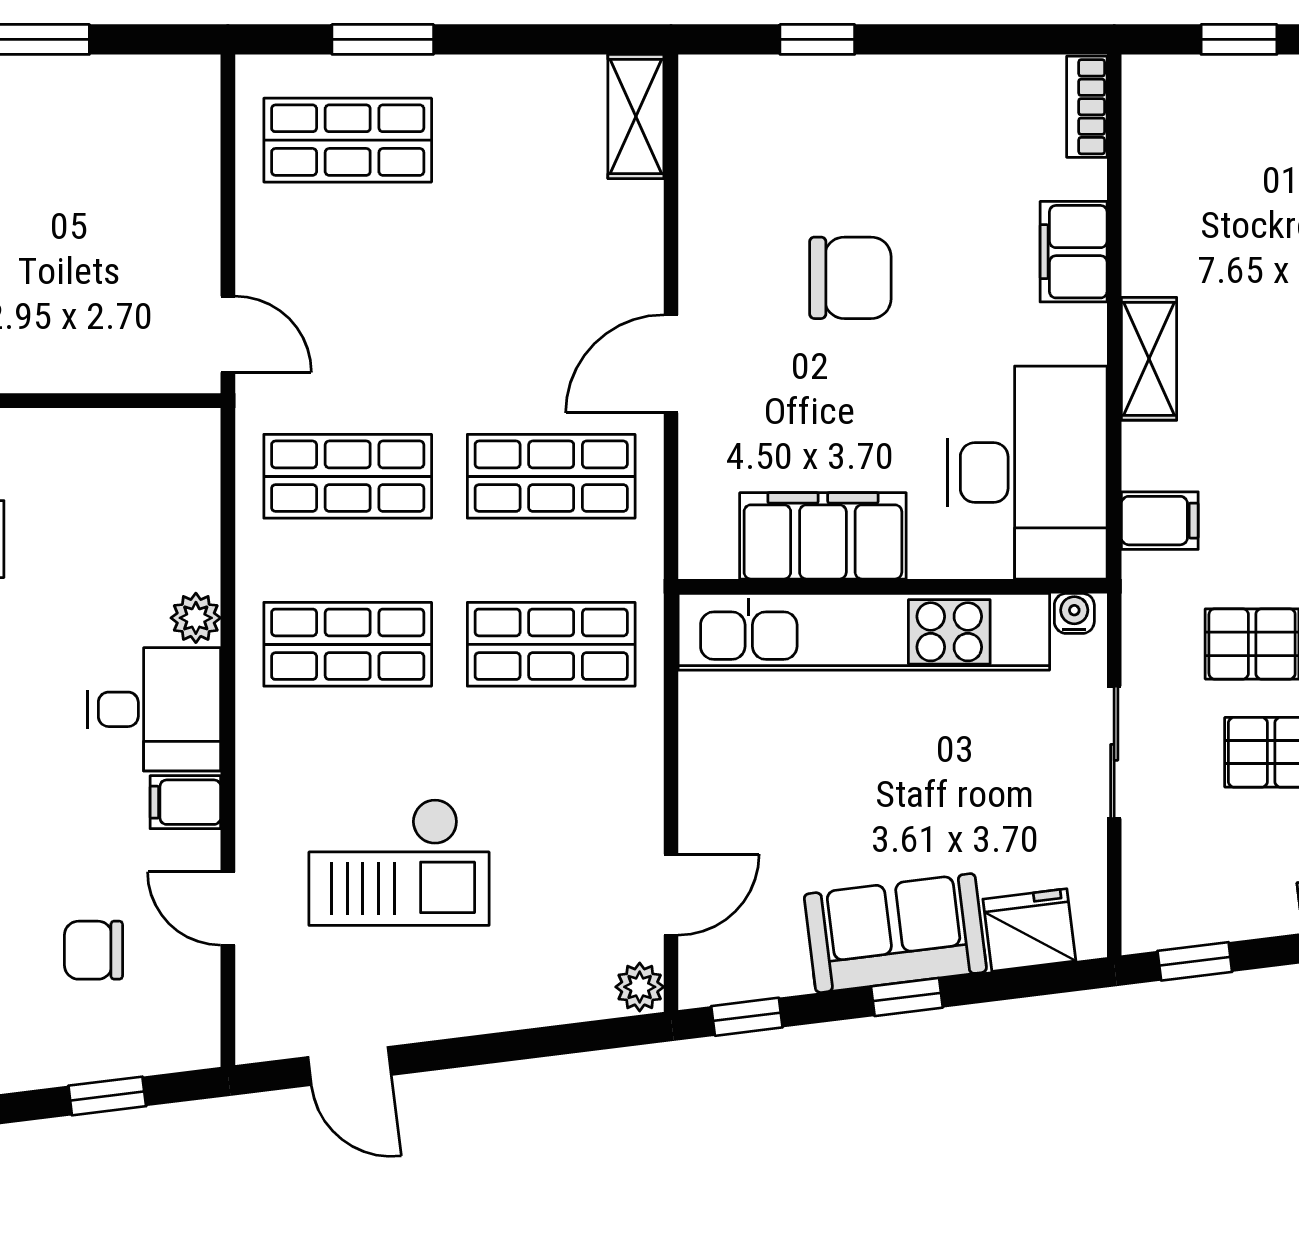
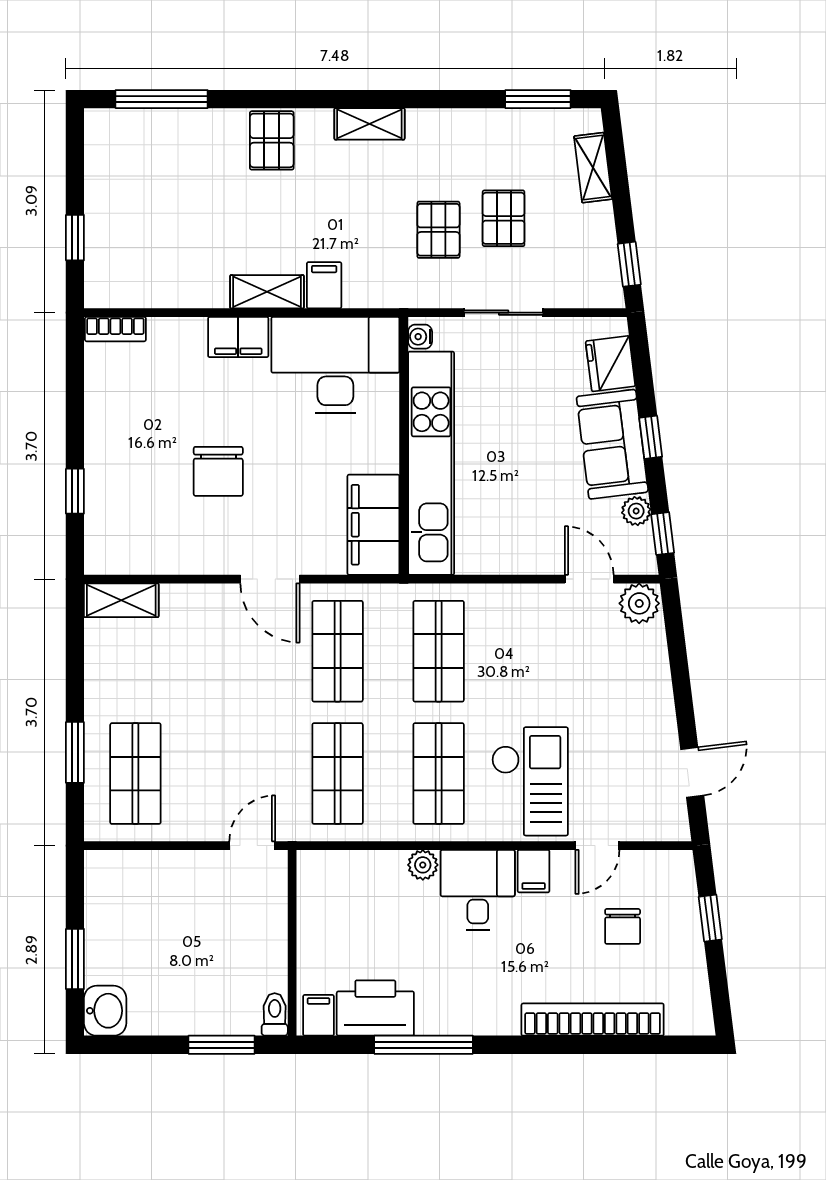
filing cabinet: (1074, 252) -> (238, 337), moved
chair: (850, 278) -> (218, 471), turned 180
filing cabinet: (1160, 521) -> (324, 285), moved
filing cabinet: (823, 536) -> (373, 525), moved
checkout: (399, 862) -> (530, 781), moved
plant: (784, 973) -> (636, 511), added
plant: (640, 987) -> (639, 603), width x1.38, depth x1.38

